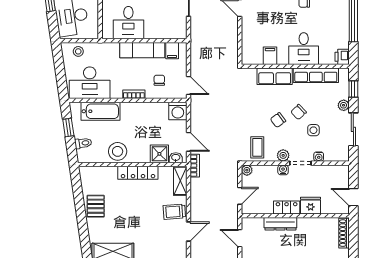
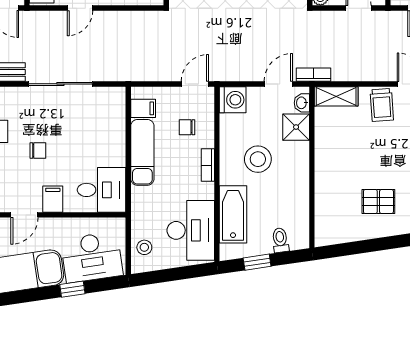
desk: (128, 23) -> (102, 190), moved
stool: (118, 151) -> (258, 159), moved
locker: (138, 173) -> (324, 159), removed
pallet: (96, 206) -> (378, 202), moved

